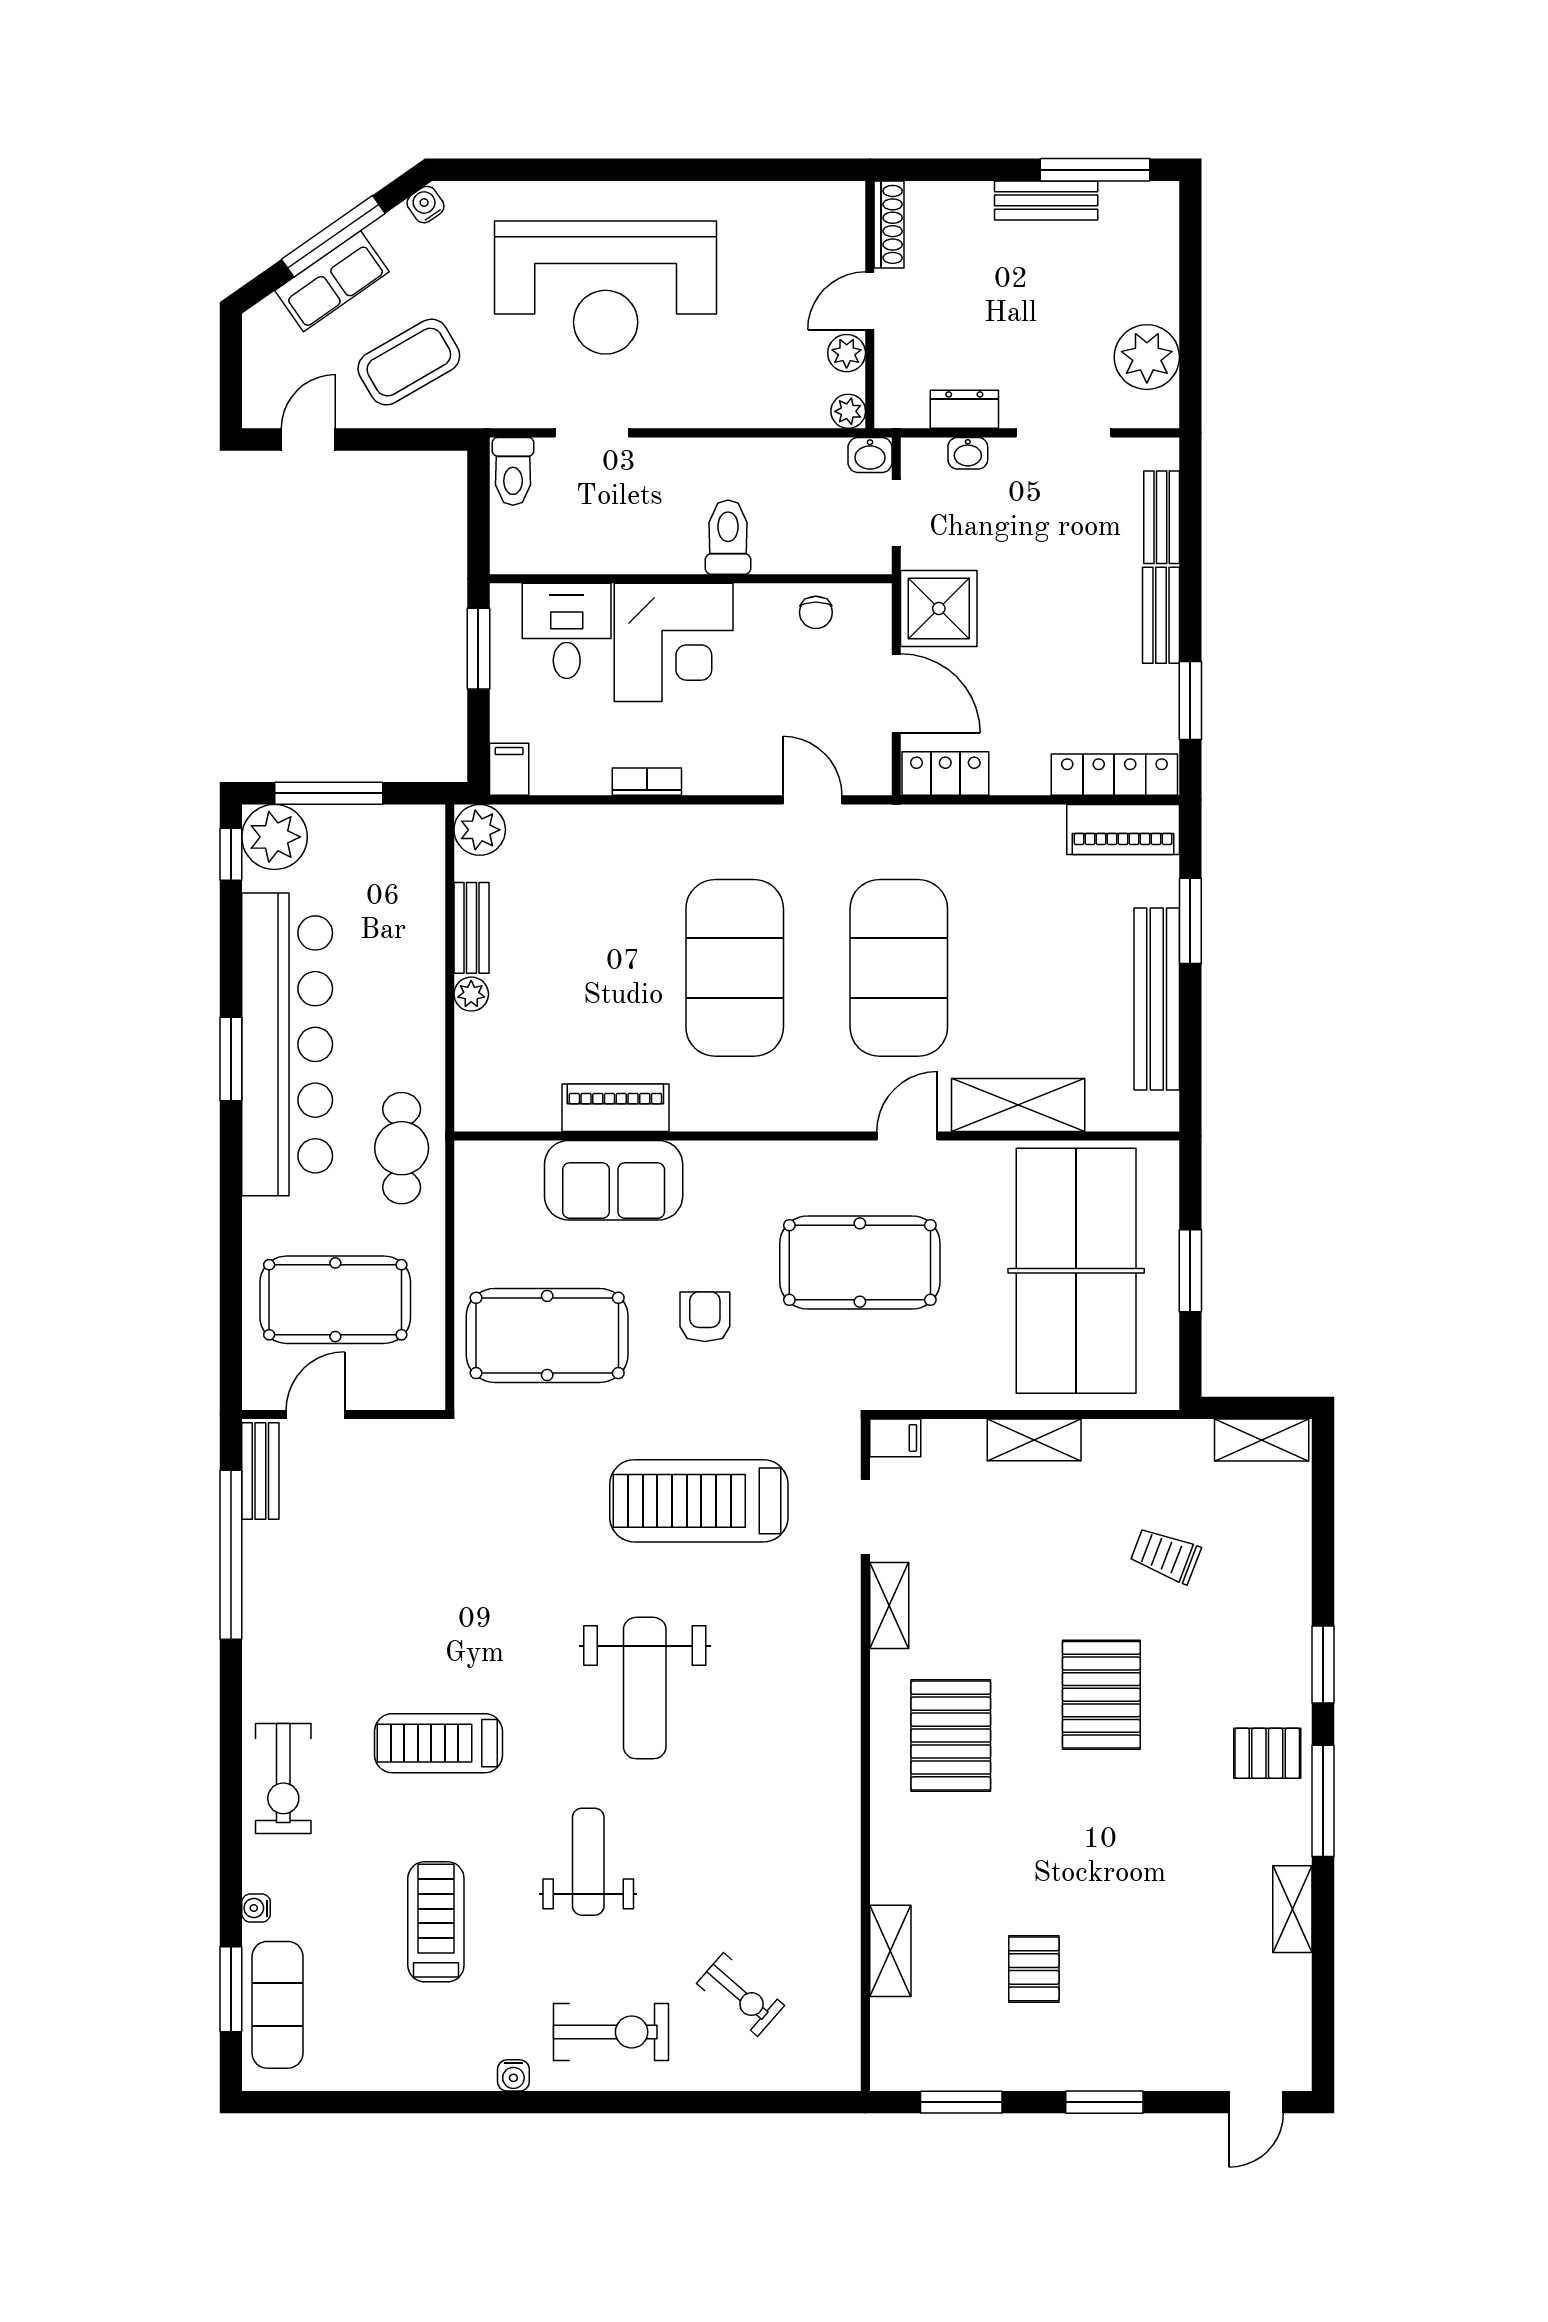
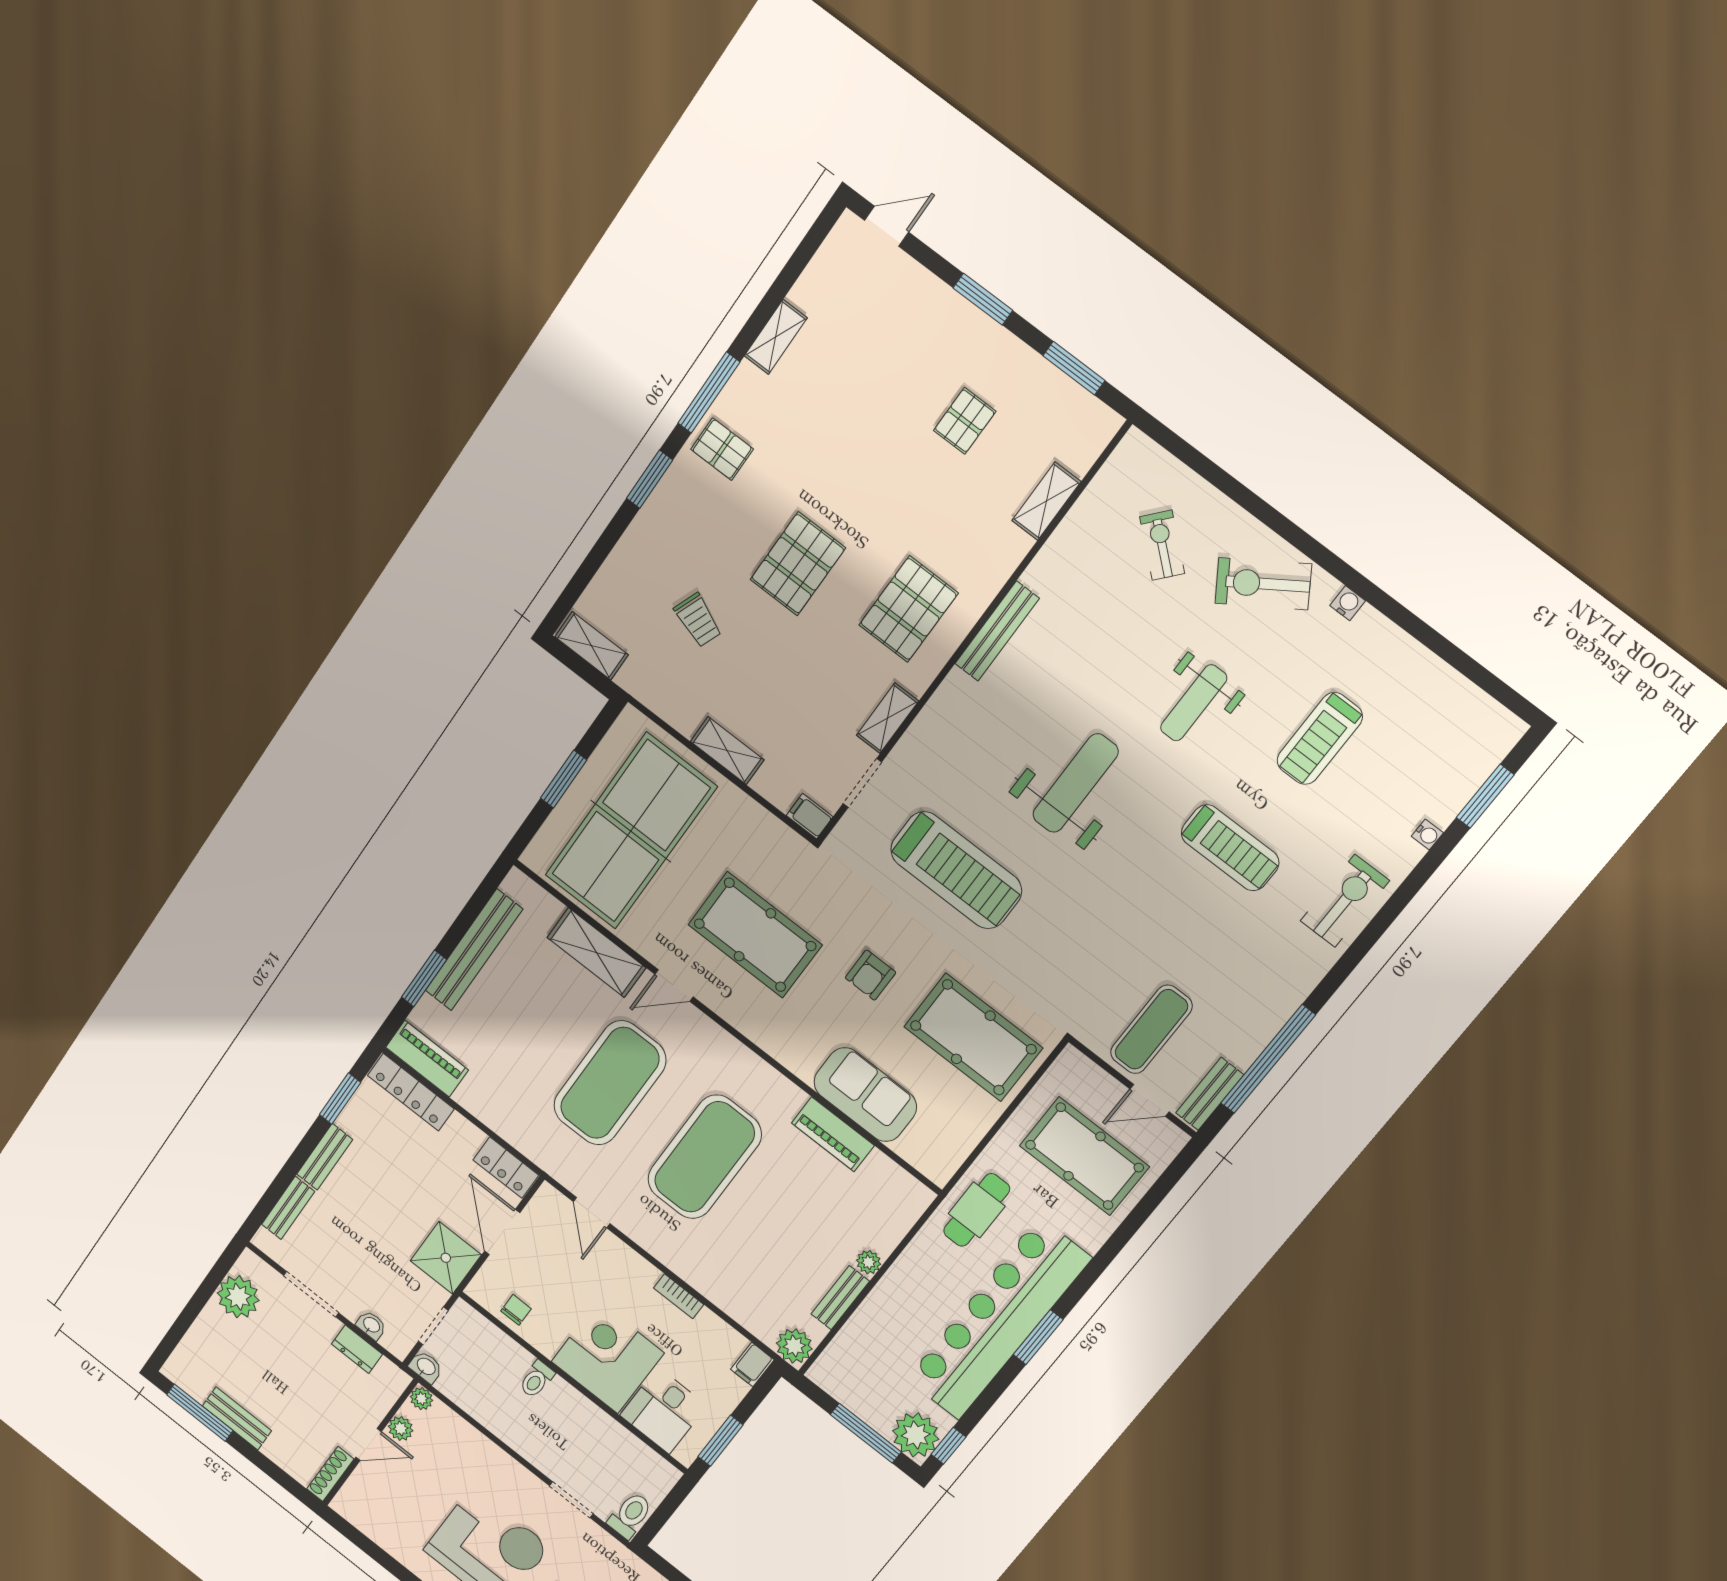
toilet: (728, 537) -> (537, 1379), width x0.73, depth x0.72
bench: (842, 1782) -> (997, 631), added
exercise mat: (277, 2005) -> (1151, 1029), moved
exercise bike: (611, 2032) -> (1263, 584), turned -33

